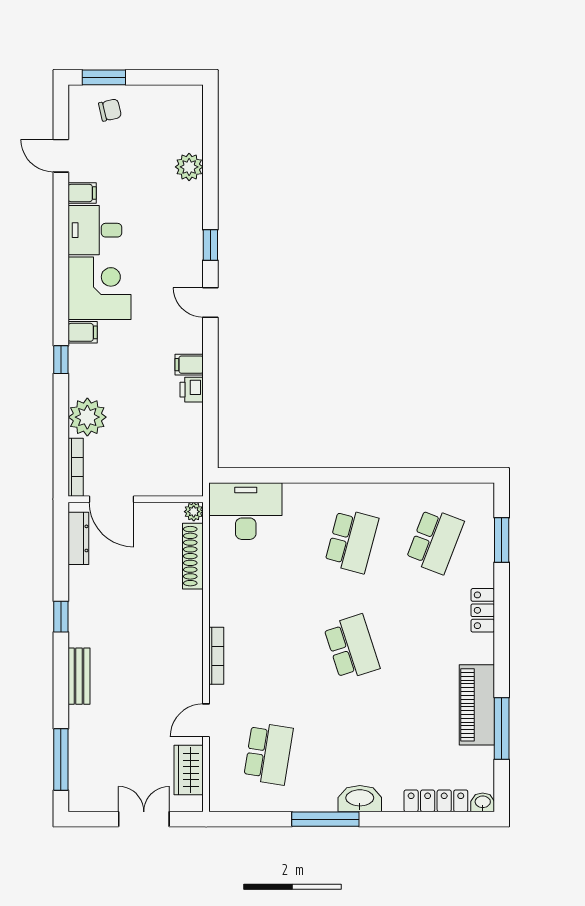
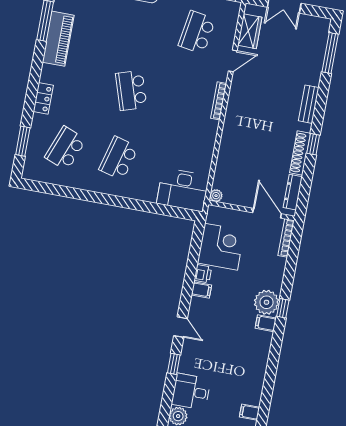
desk: (95, 230) -> (191, 392), moved, turned 180
corner desk: (100, 288) -> (221, 247), moved, turned 180
plant: (87, 417) -> (266, 302), moved
shoe rack: (193, 556) -> (300, 153), moved, turned 180

